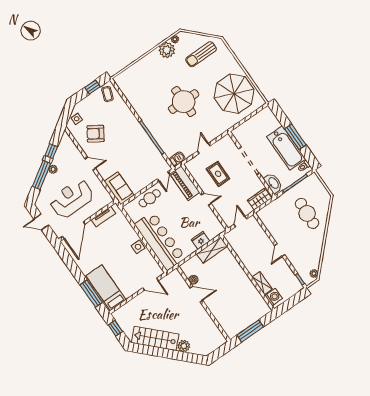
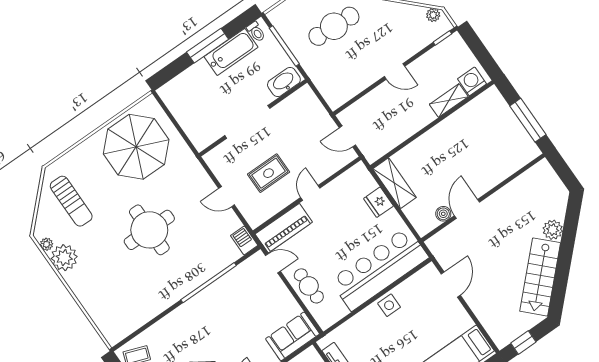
bathtub: (286, 148) -> (231, 52), width x0.73, depth x0.73
wardrobe: (260, 199) -> (310, 105), removed

